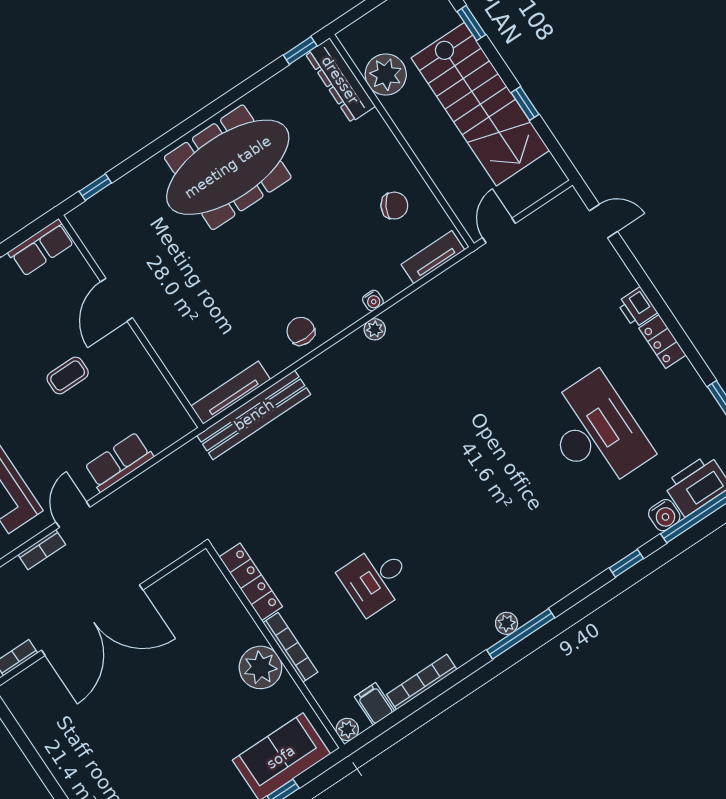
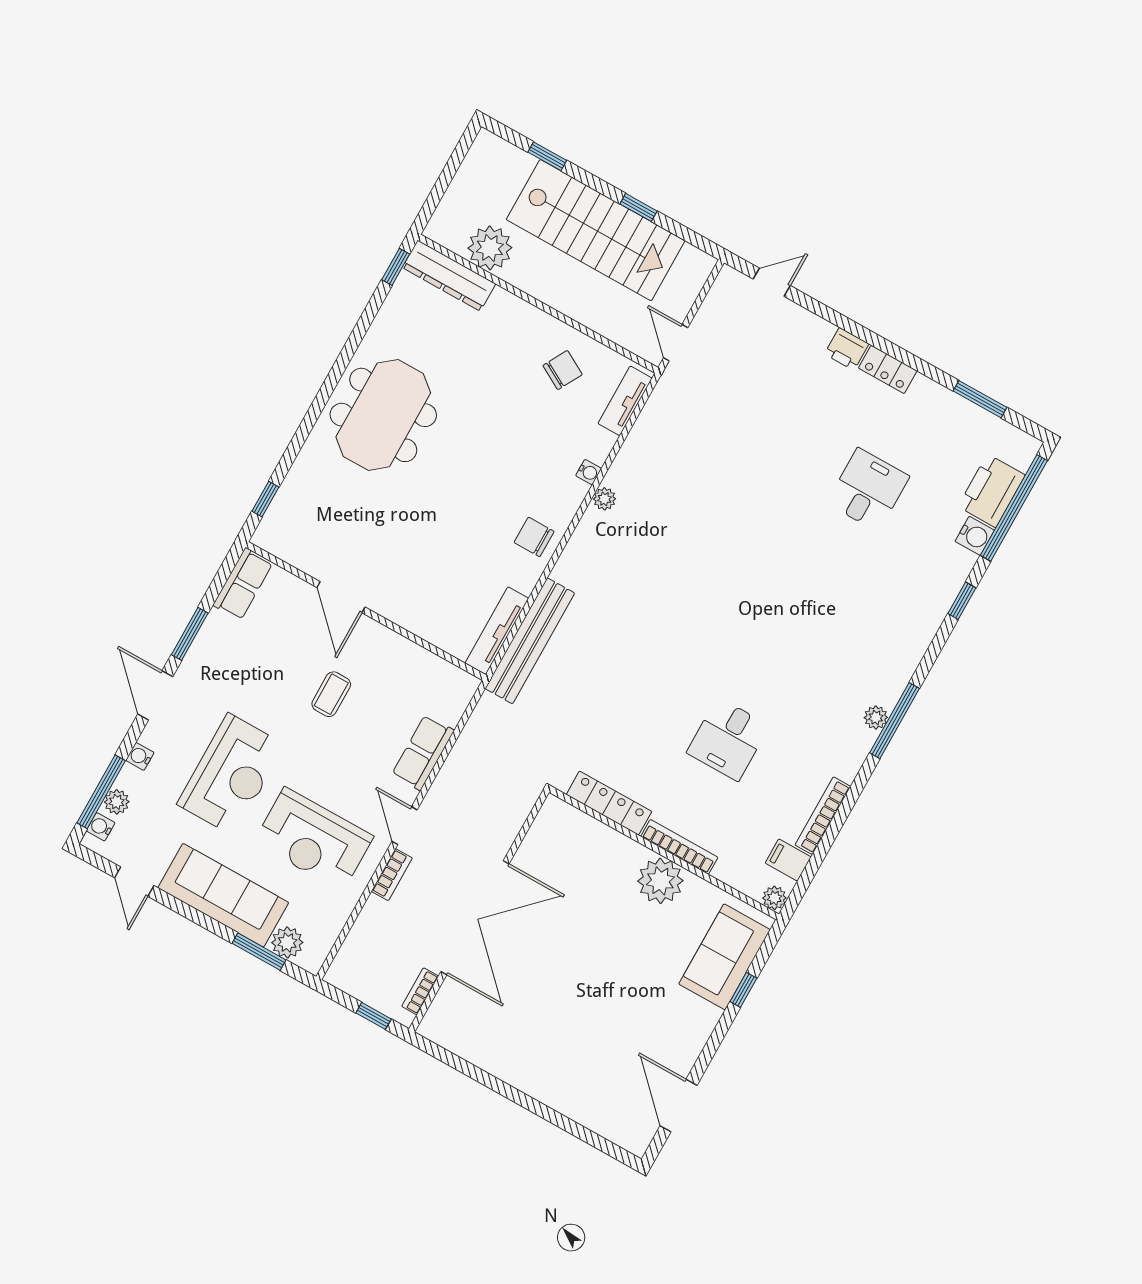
meeting table: (228, 167) -> (383, 415), width x0.73
desk: (596, 432) -> (868, 490), width x0.53, depth x0.77

